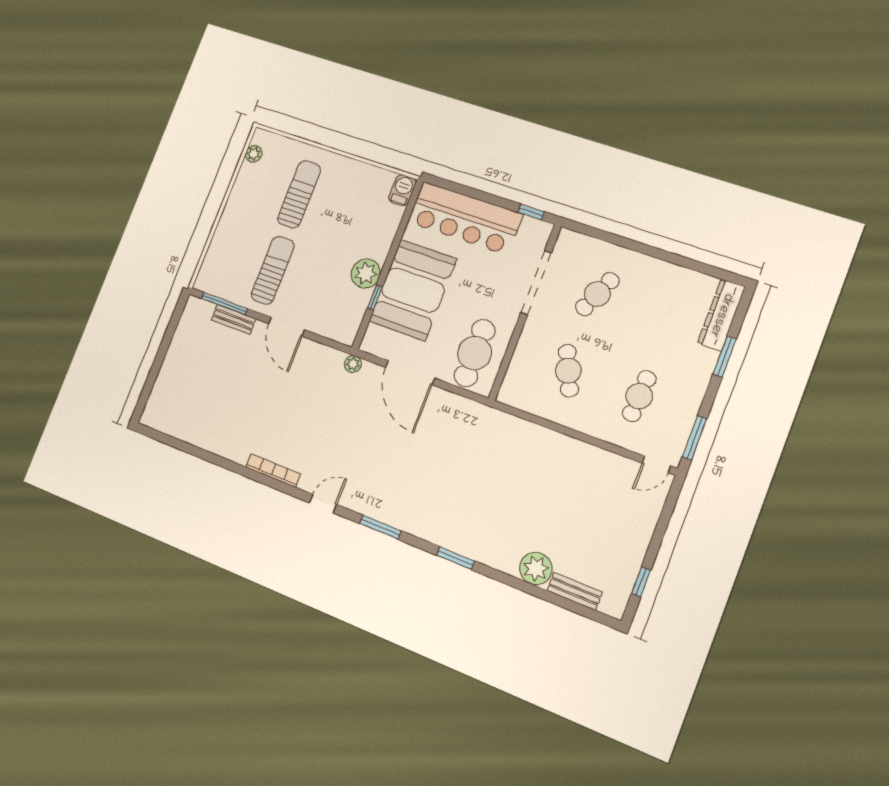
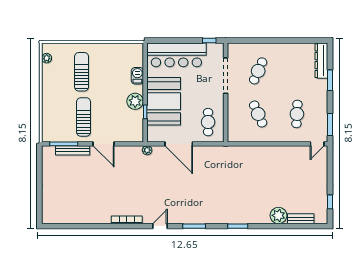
barbecue: (402, 190) -> (137, 76), moved
bench: (234, 319) -> (73, 150), width x1.36
cafe table: (475, 353) -> (208, 122), width x0.73, depth x0.74

